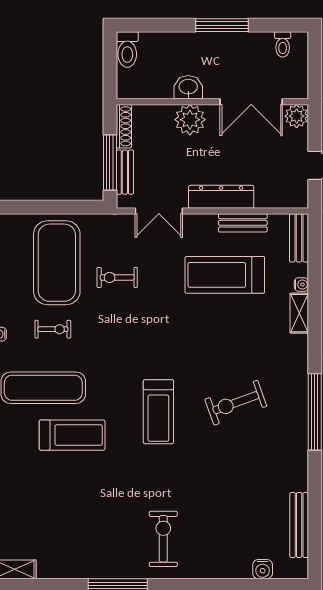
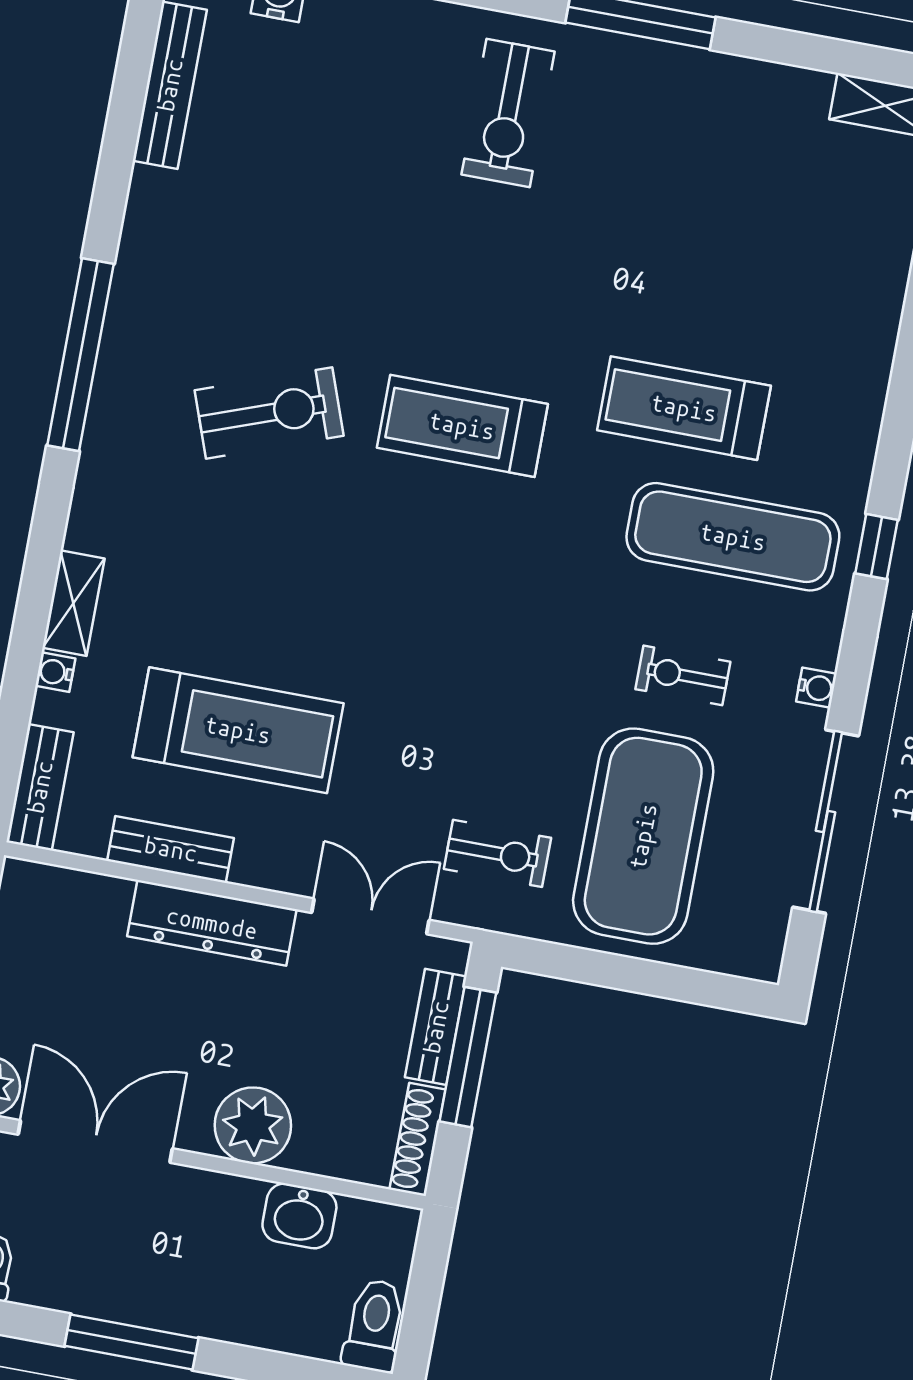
washbasin: (188, 87) -> (299, 1216), moved
exercise bike: (117, 277) -> (497, 853), moved
treadmill: (158, 412) -> (462, 426), turned -90

